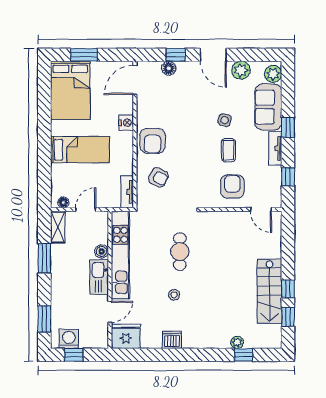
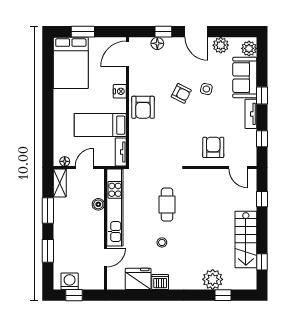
bed: (80, 150) -> (100, 125), moved, turned 180
coffee table: (228, 150) -> (210, 115), removed
armchair: (158, 177) -> (181, 93), moved
kitchen sink: (99, 277) -> (96, 227), removed
window: (288, 289) -> (262, 199), moved
window: (44, 319) -> (48, 251), moved
fridge: (126, 336) -> (138, 279), moved
plant: (237, 342) -> (213, 279), width x1.88, depth x1.88

